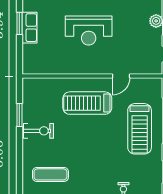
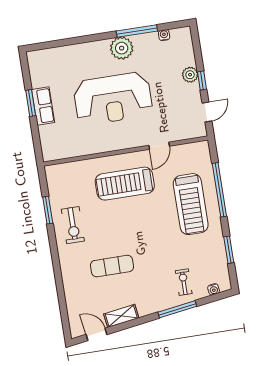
reception desk: (89, 31) -> (113, 99), width x1.36, depth x1.30
exercise bike: (39, 131) -> (73, 225), turned 90
exercise mat: (50, 174) -> (112, 266), moved

